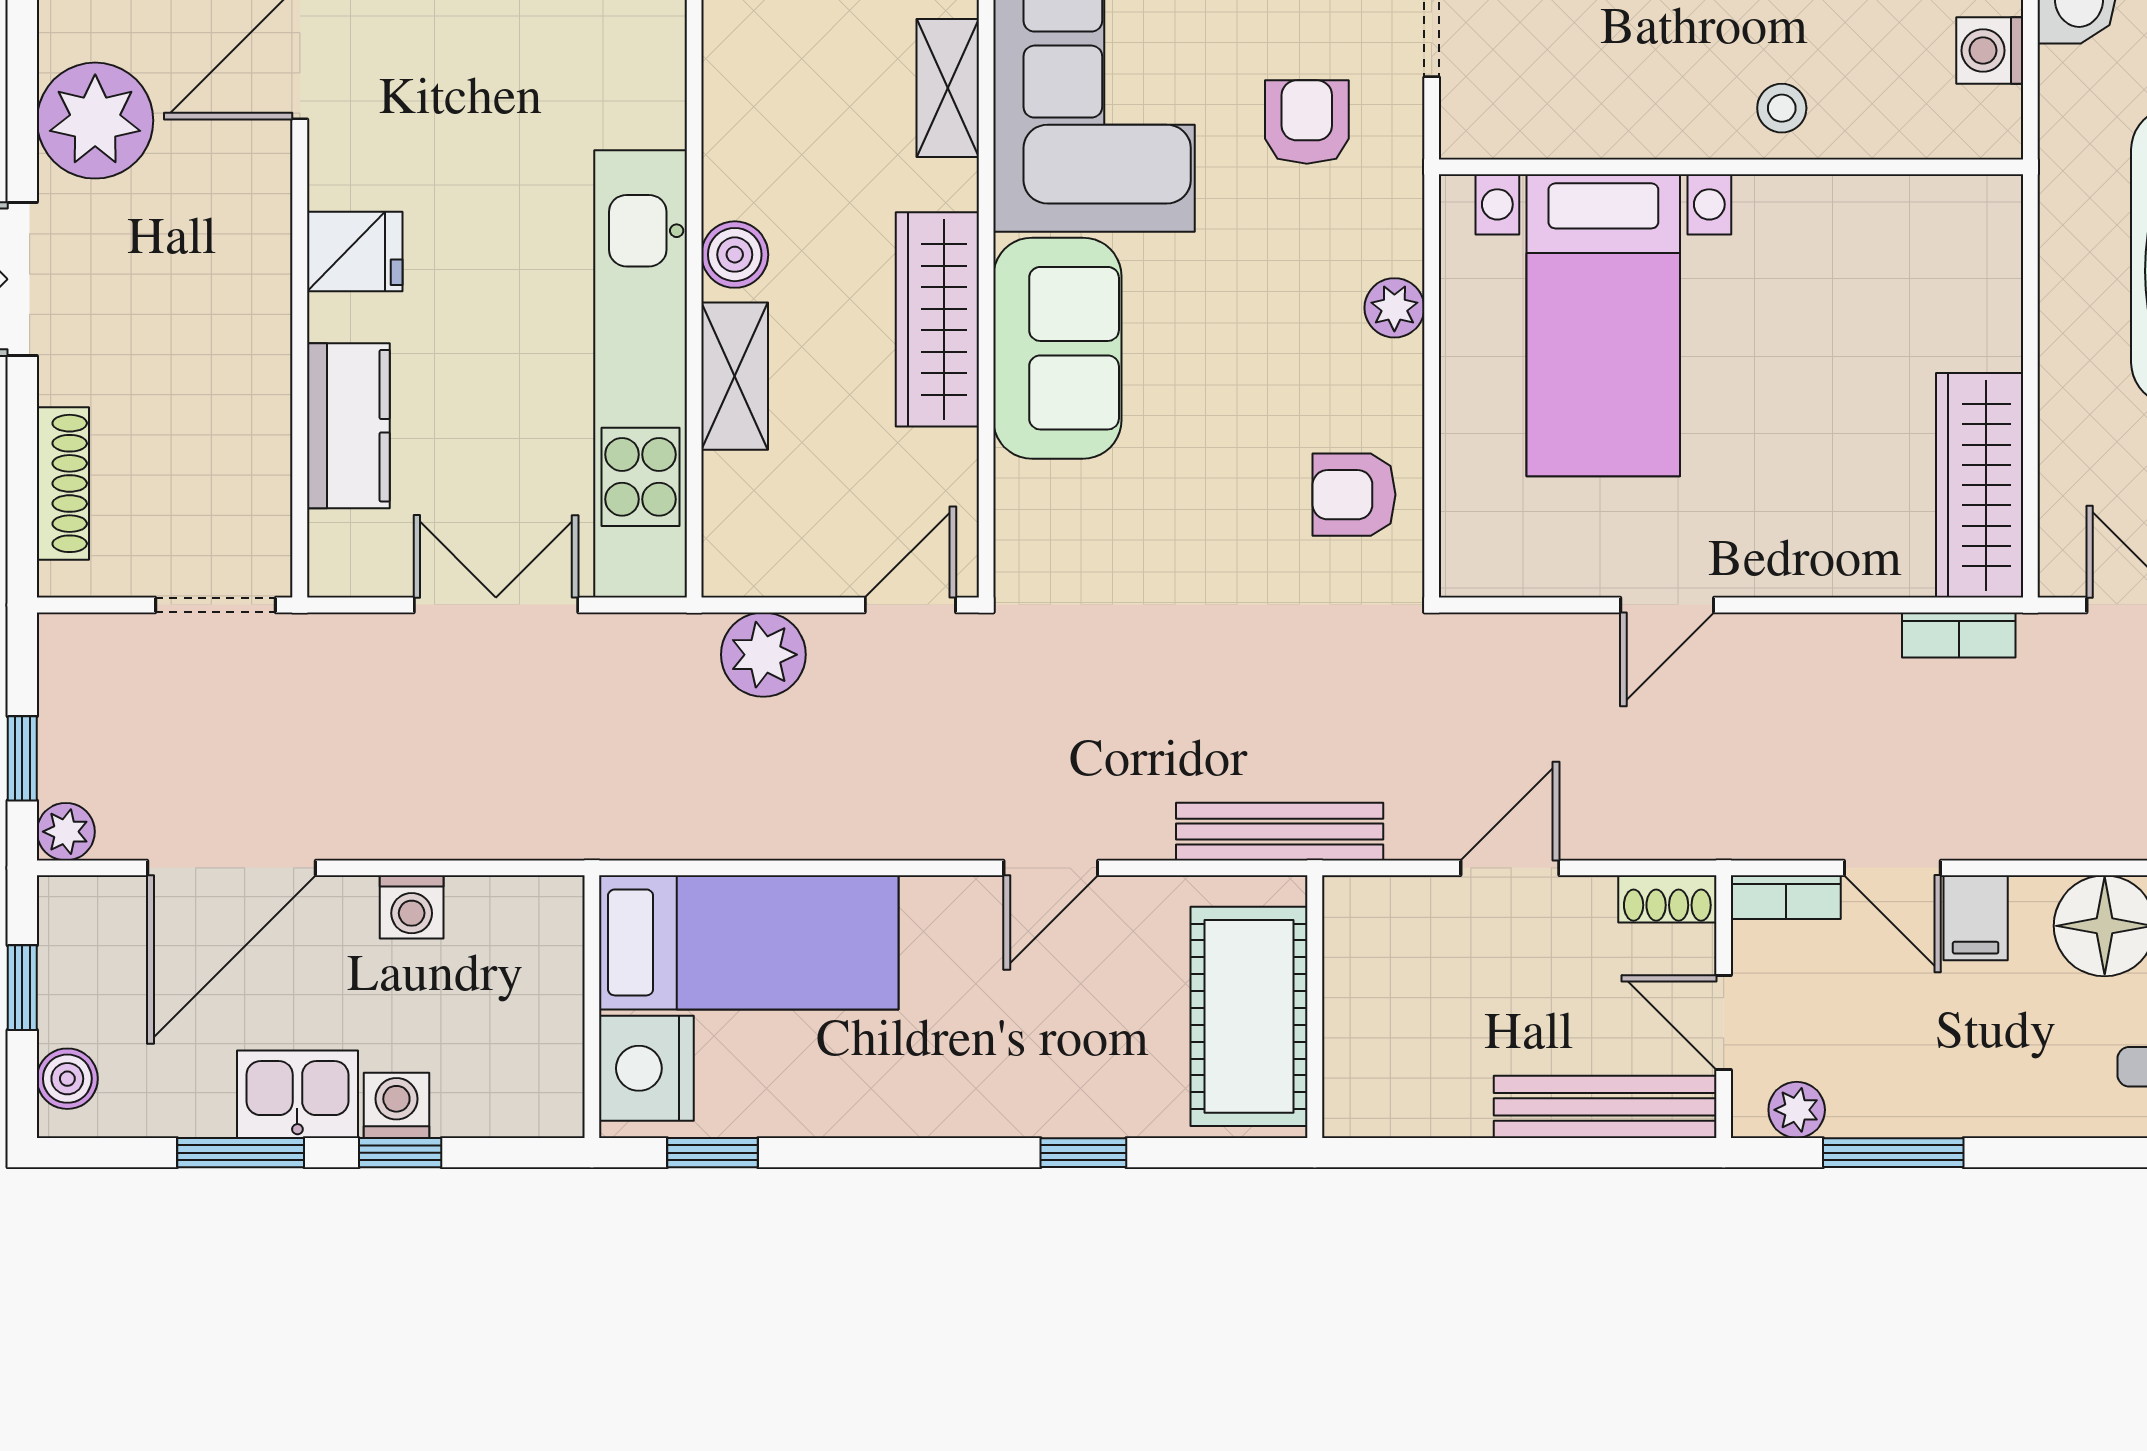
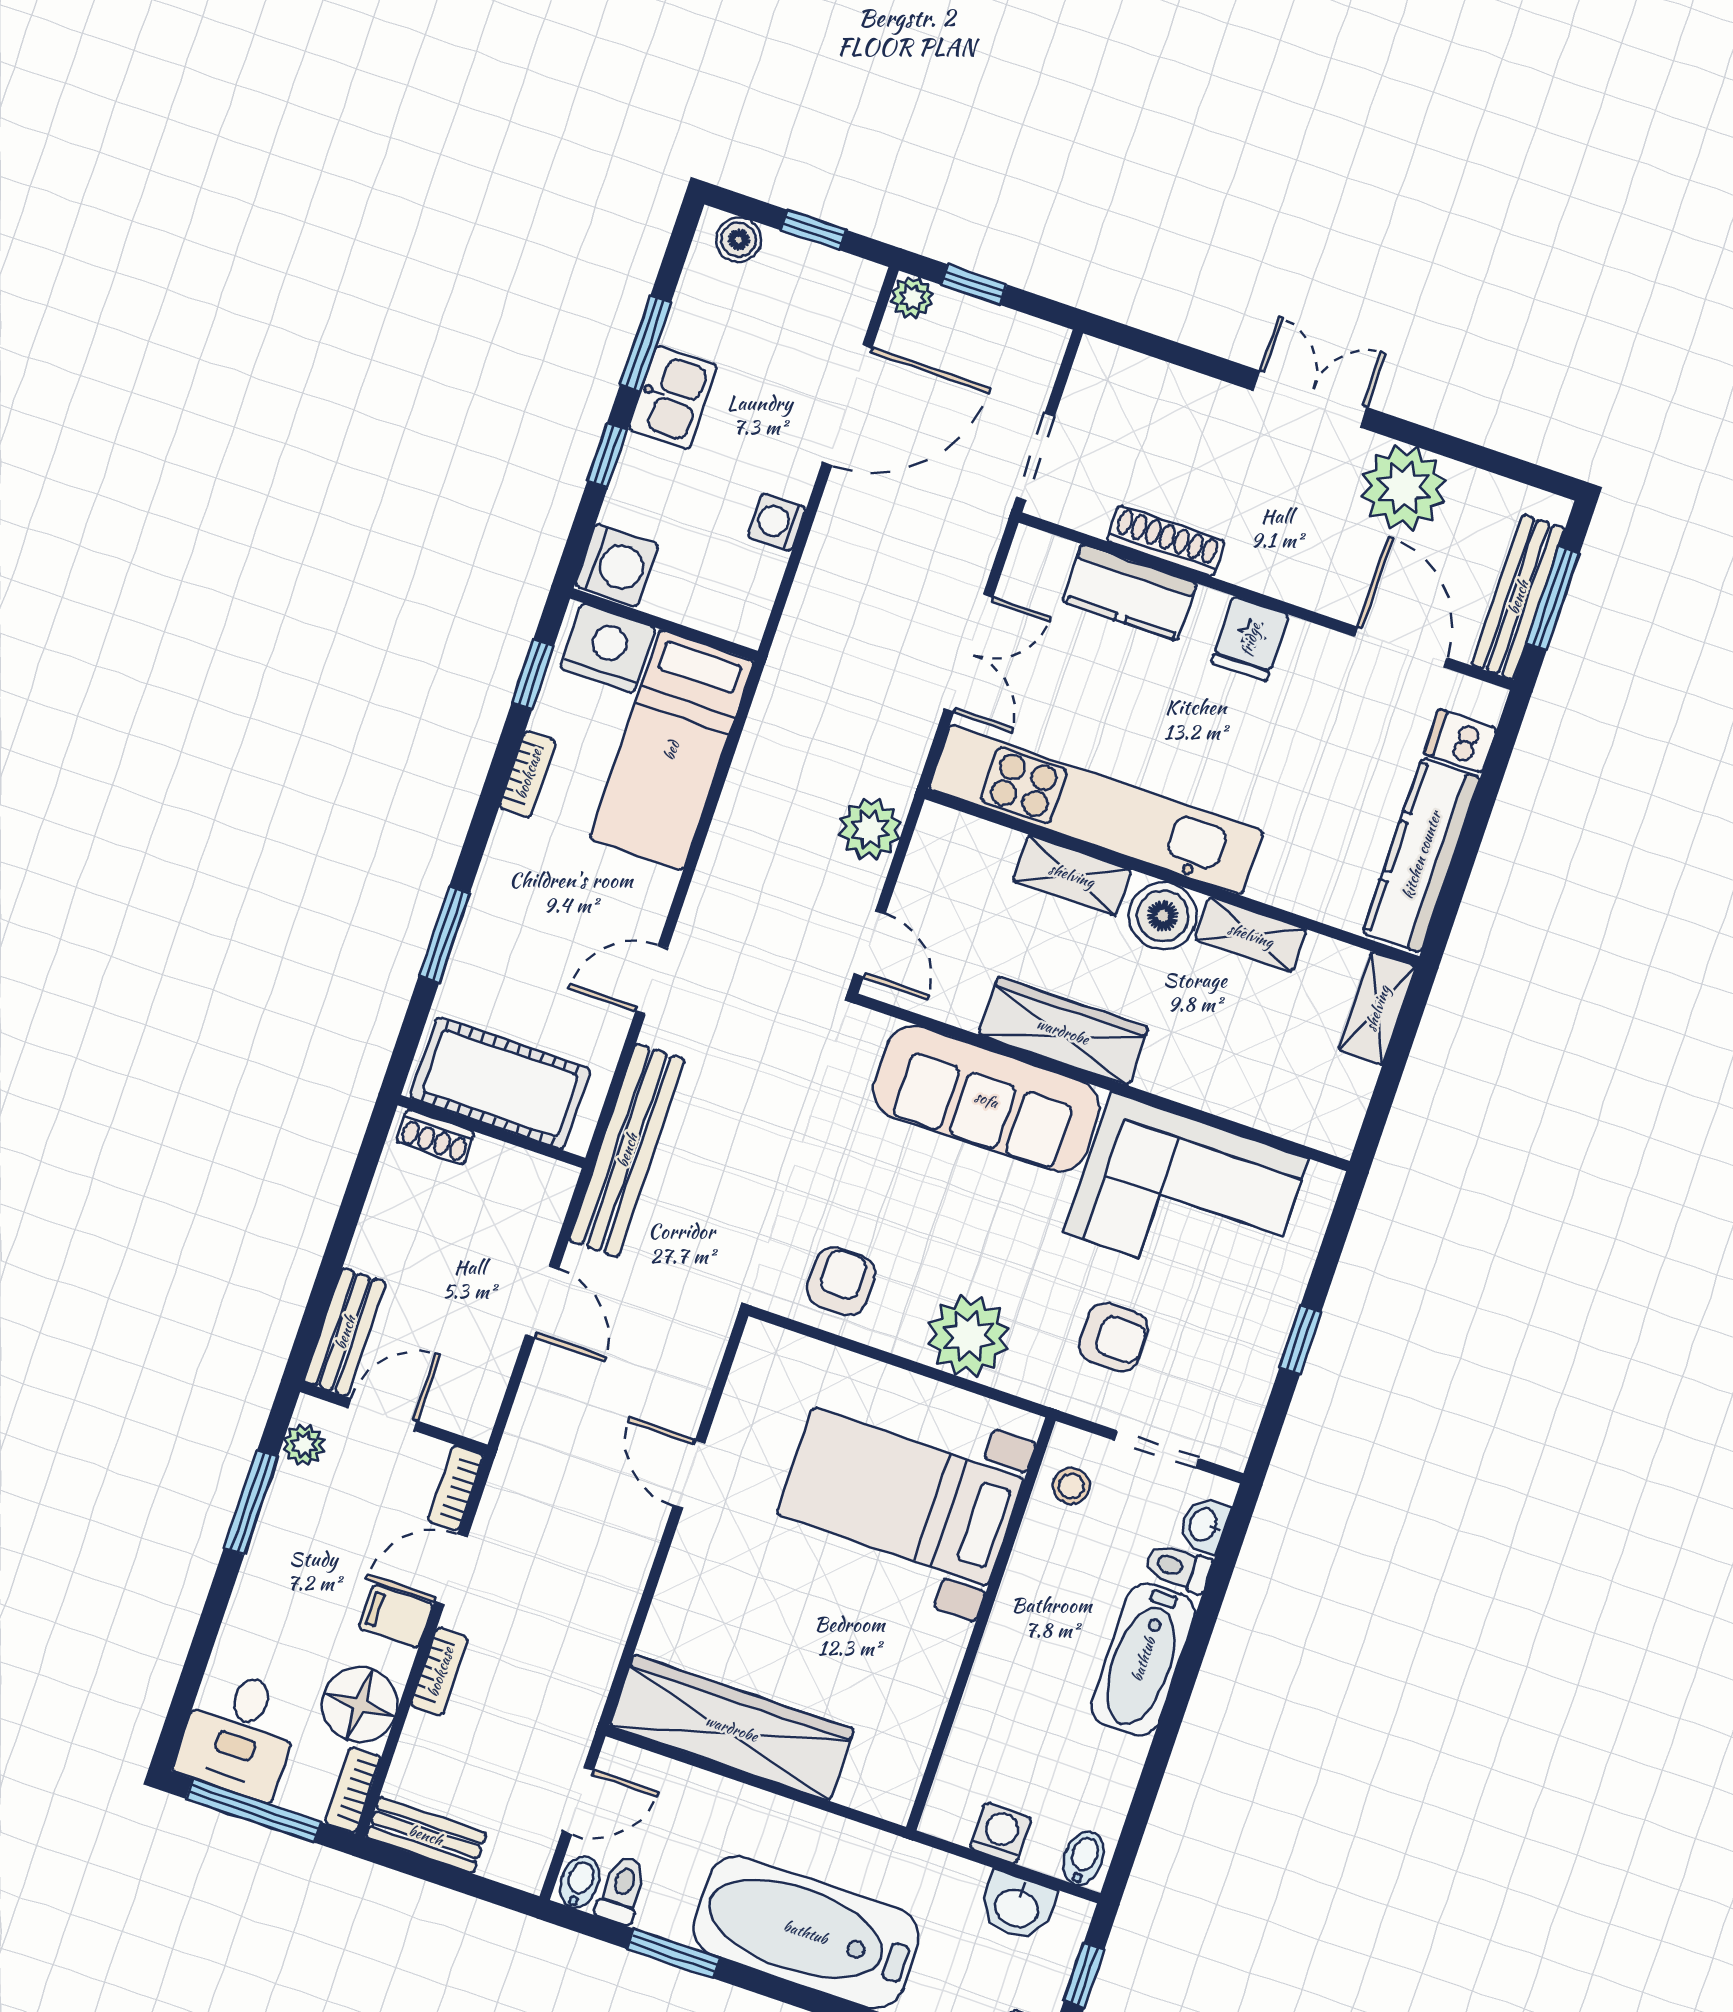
shelving: (948, 88) -> (1251, 935), moved
stool: (1782, 108) -> (1071, 1486), moved
boiler: (735, 255) -> (1163, 916), width x1.36, depth x1.36
plant: (1394, 308) -> (969, 1336), width x1.88, depth x1.88
sofa: (1057, 348) -> (987, 1099), width x1.36
shoe rack: (63, 483) -> (1166, 541), moved, turned 180
wardrobe: (1980, 485) -> (732, 1728), width x1.40, depth x1.17
bookcase: (1959, 635) -> (440, 1672), moved, turned 180
bench: (1280, 832) -> (627, 1150), width x1.37, depth x1.21
door: (232, 868) -> (847, 405), swing flipped
door: (1051, 868) -> (652, 980), hinge flipped
shoe rack: (1667, 899) -> (436, 1137), moved, turned -90
washing machine: (396, 1105) -> (617, 565), moved, width x1.38, depth x1.38
bench: (1605, 1107) -> (345, 1332), width x0.73
bookcase: (842, 1116) -> (528, 774), added
window: (1083, 1153) -> (444, 934), width x1.50

